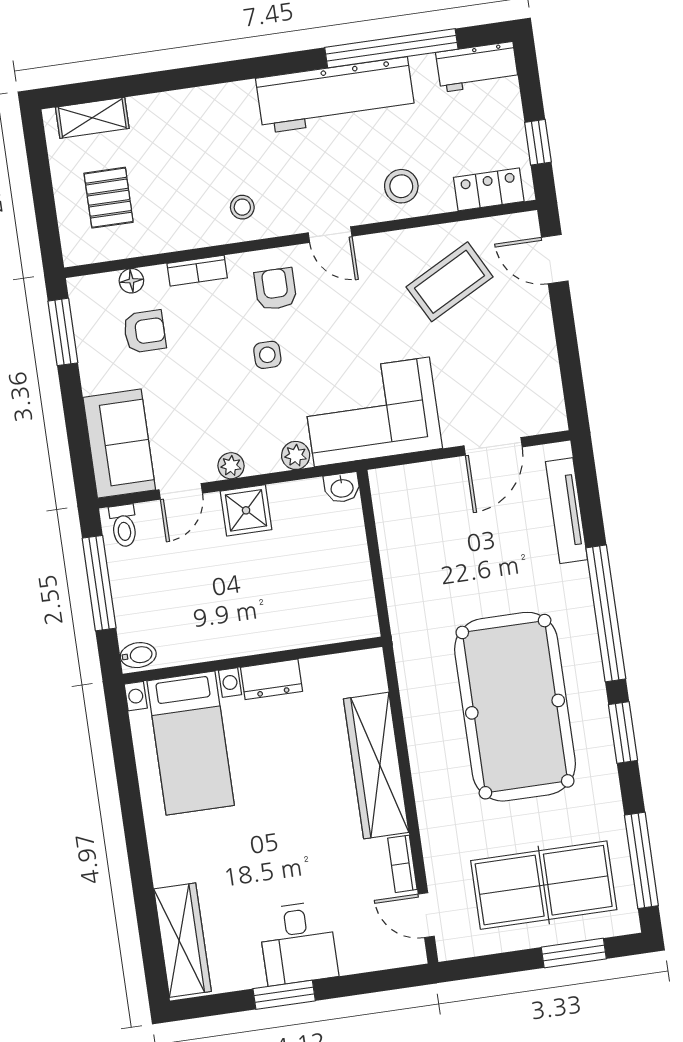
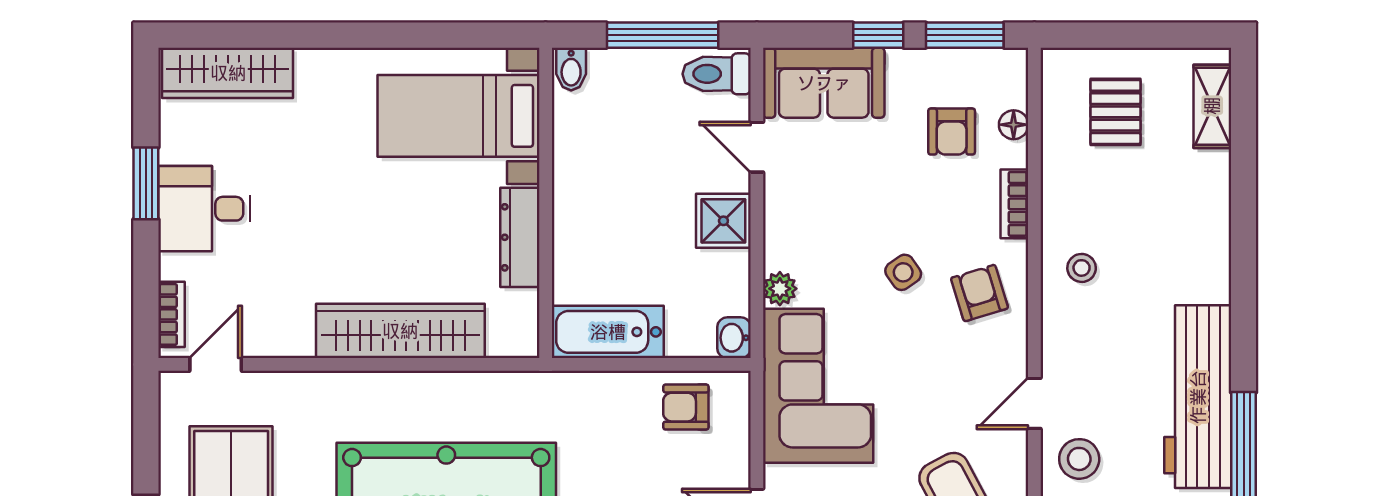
pallet: (109, 198) -> (1115, 112), turned 90
door: (330, 235) -> (1034, 403), moved
armchair: (275, 289) -> (979, 293), turned -107
side table: (267, 355) -> (903, 272), turned -35
window: (73, 404) -> (878, 35), added
plant: (231, 466) -> (779, 211), removed
armchair: (405, 519) -> (686, 407), added
toilet: (124, 526) -> (717, 74), width x1.37, depth x1.39
bathtub: (352, 593) -> (608, 332), added
dresser: (272, 679) -> (520, 237), width x1.44
bookcase: (402, 864) -> (171, 314), moved, turned 90

